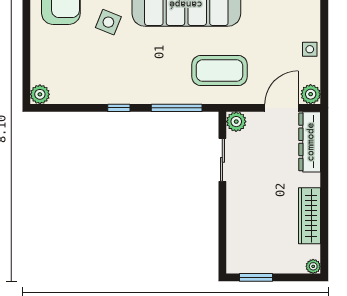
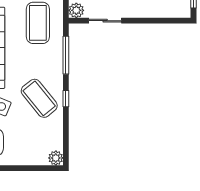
coffee table: (119, 72) -> (39, 98), added

